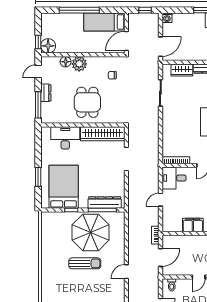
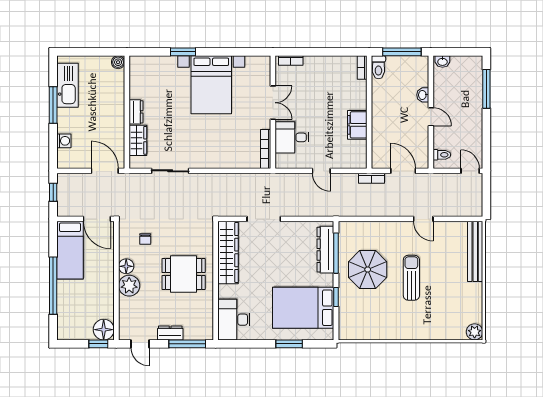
washing machine: (167, 18) -> (64, 141), moved
floor lamp: (66, 62) -> (126, 266), moved
desk: (65, 138) -> (234, 320), moved
desk: (174, 178) -> (292, 137), moved, turned 90
parasol: (91, 232) -> (368, 270), width x0.73, depth x0.73

